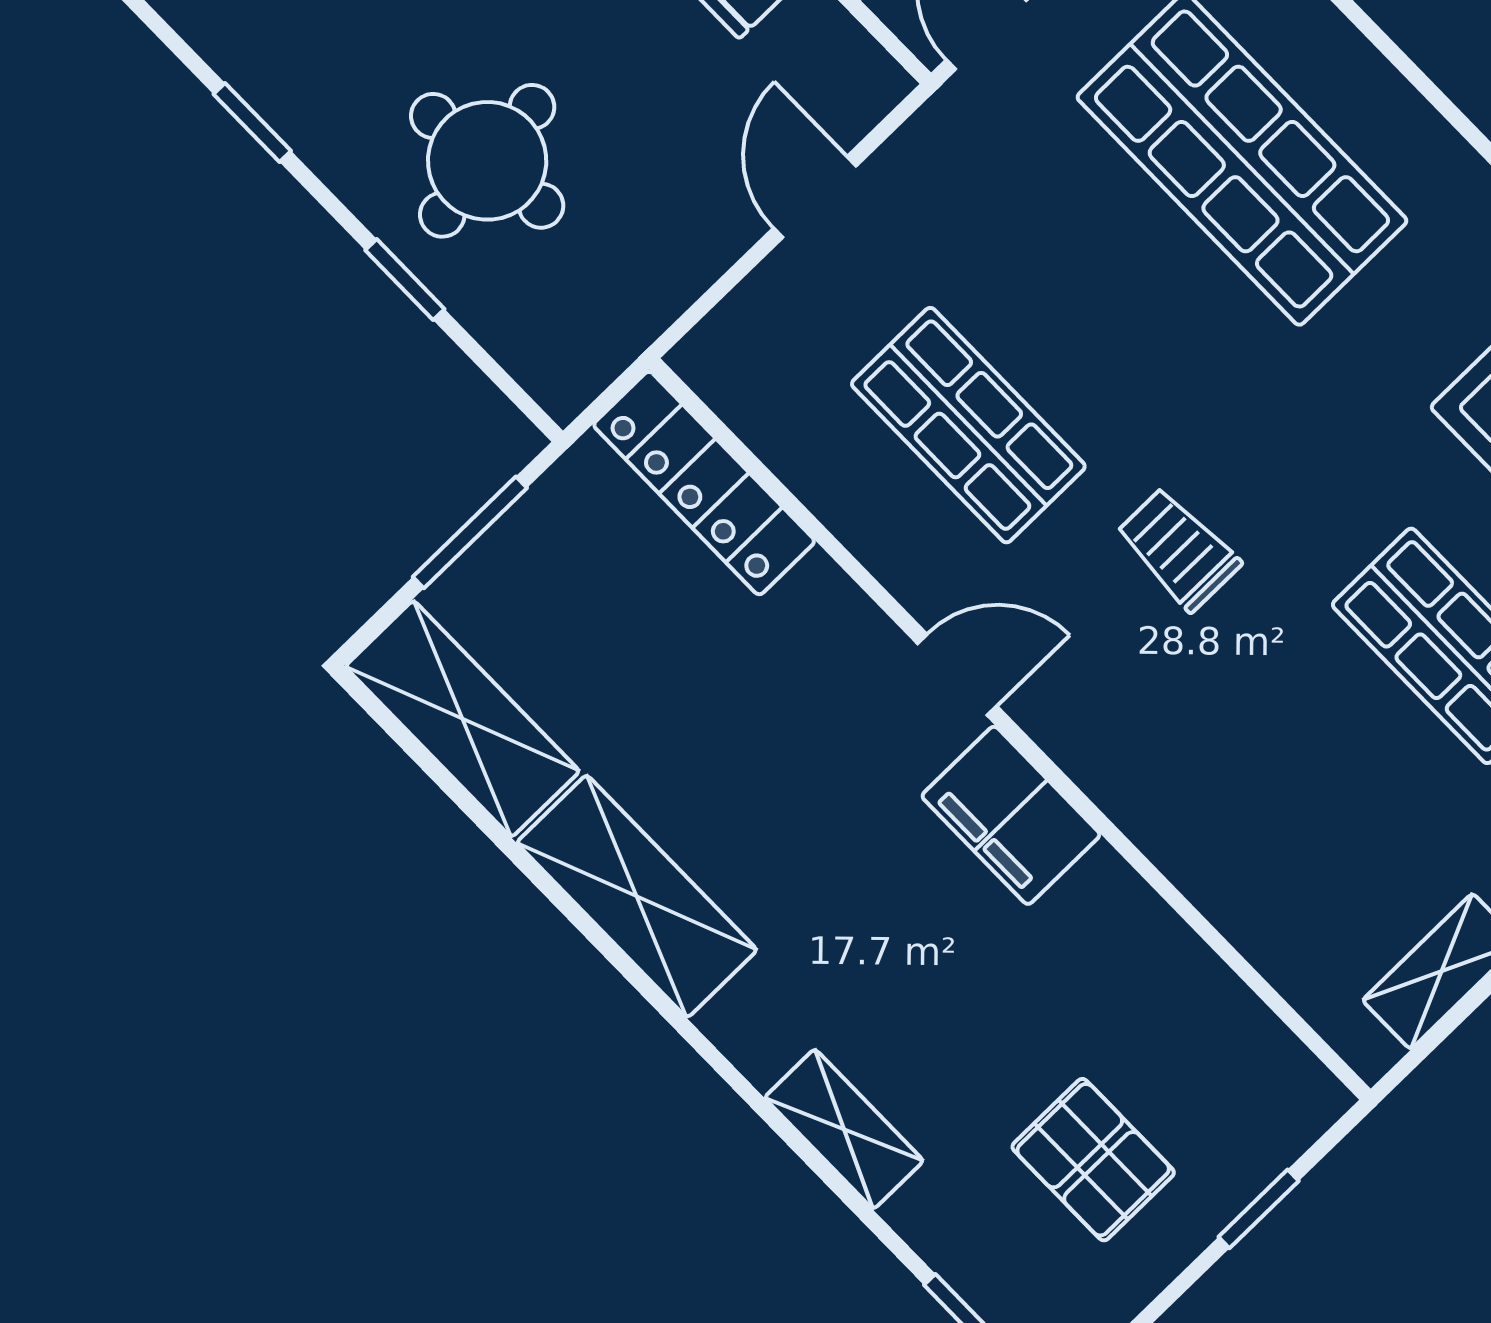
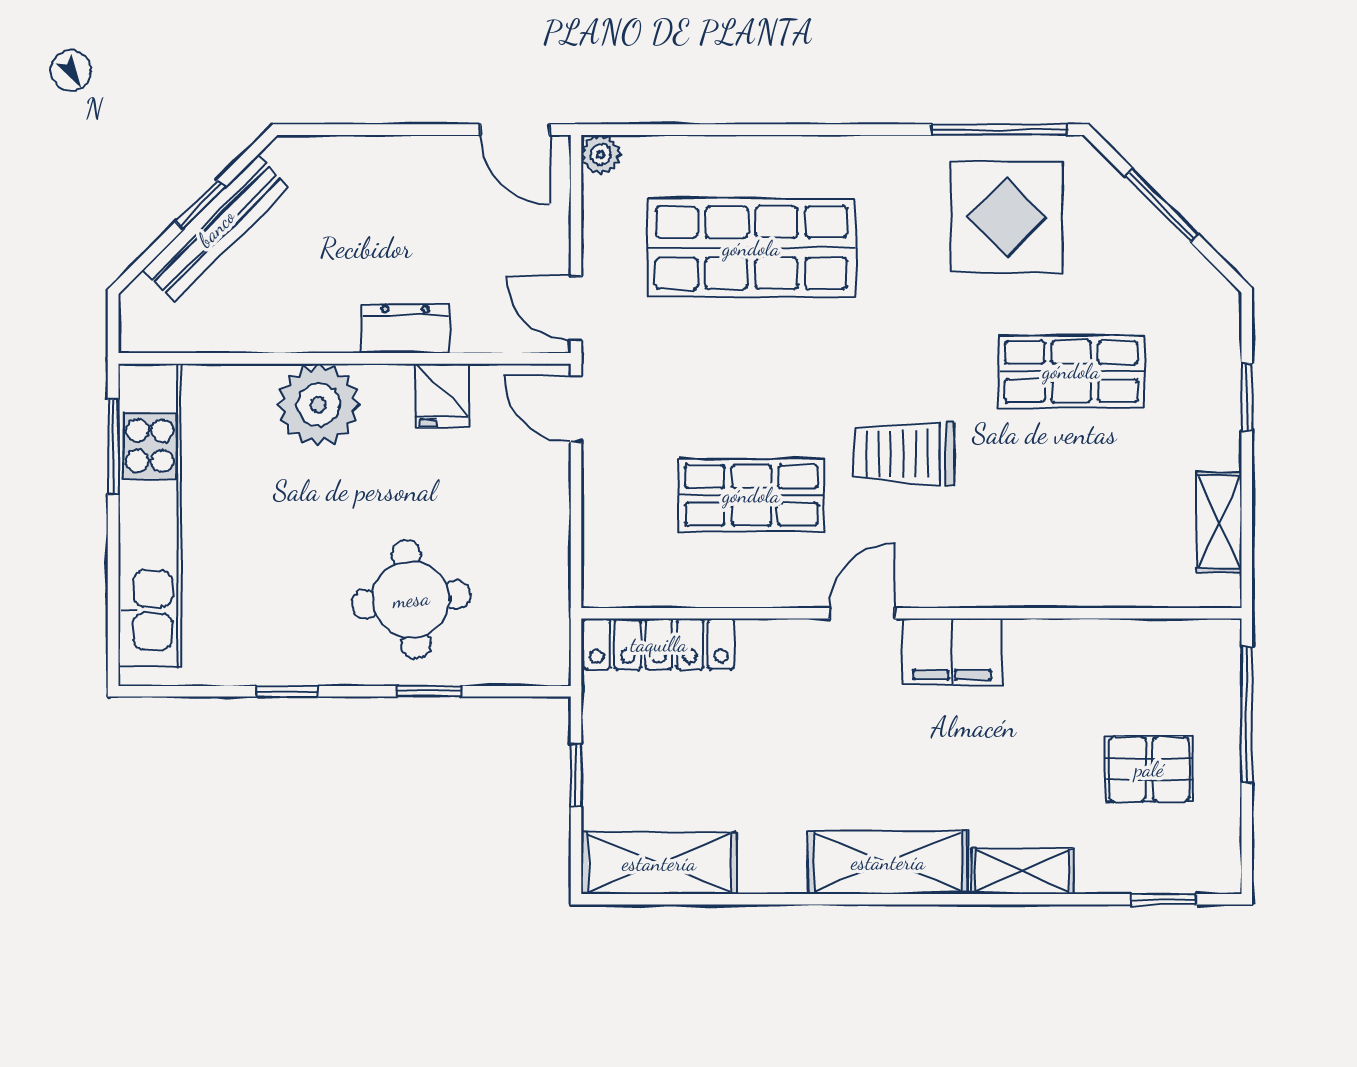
door: (815, 197) -> (576, 409), moved
window: (470, 532) -> (576, 775), width x0.67
trolley: (1178, 549) -> (904, 454), width x1.36, depth x1.39
shelving: (637, 896) -> (888, 862), moved
window: (1259, 1209) -> (1247, 714), width x2.17

